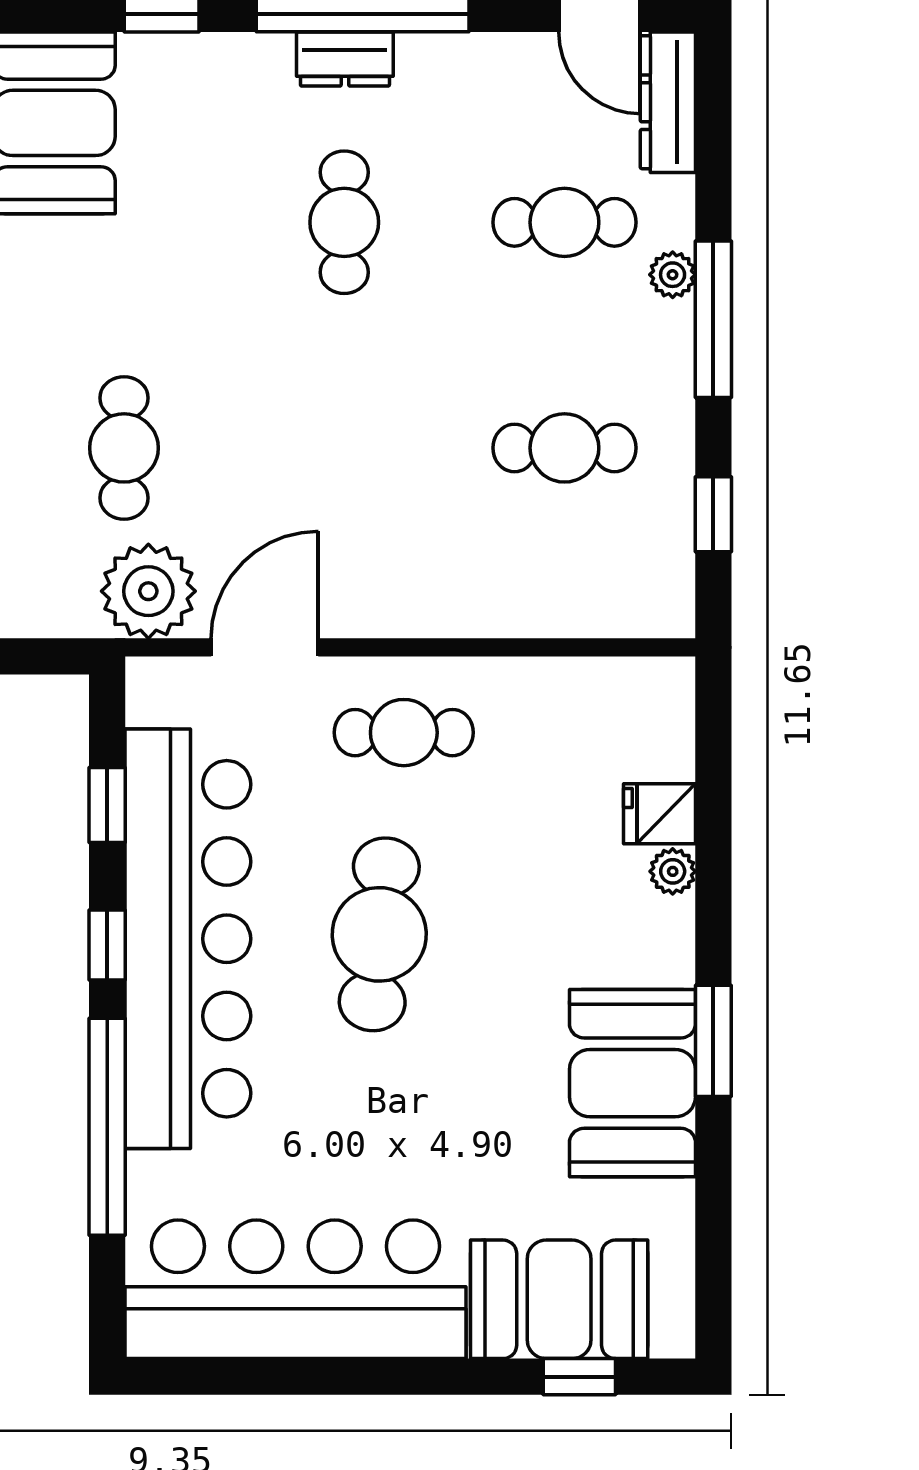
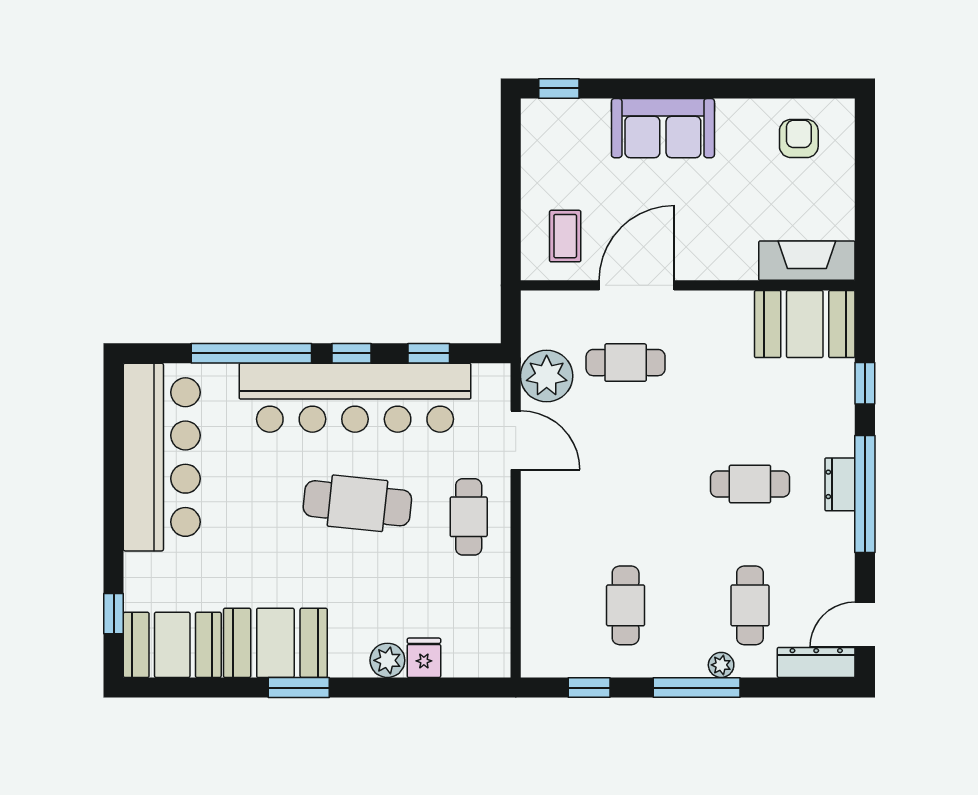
plant: (673, 871) -> (387, 660), width x1.38, depth x1.38
booth: (559, 1299) -> (172, 645), moved, turned 90

